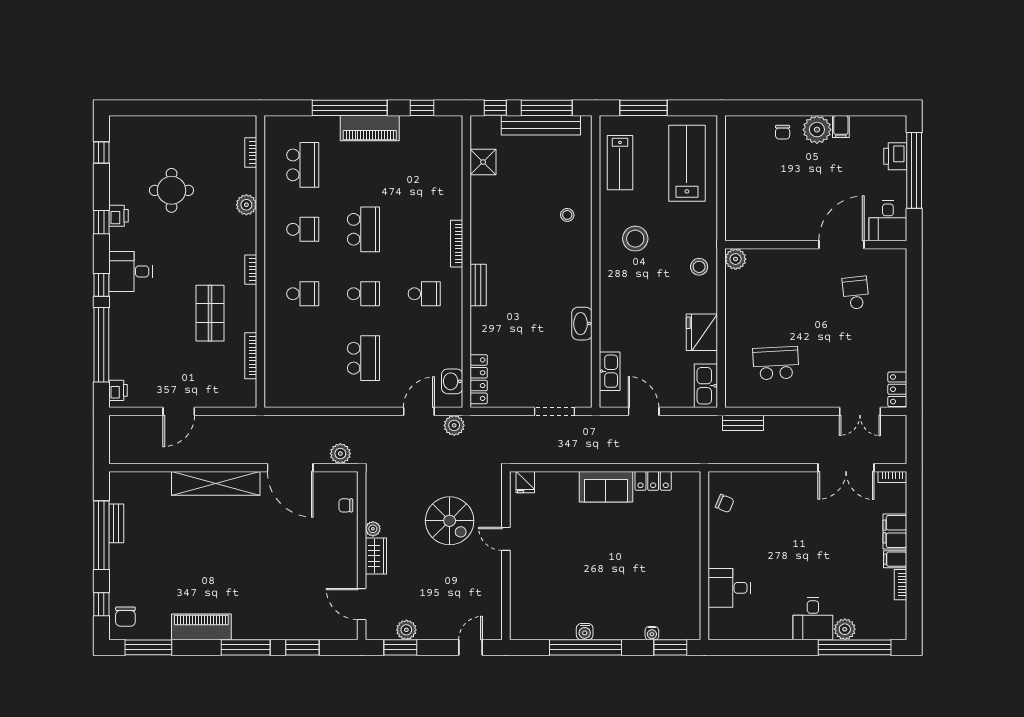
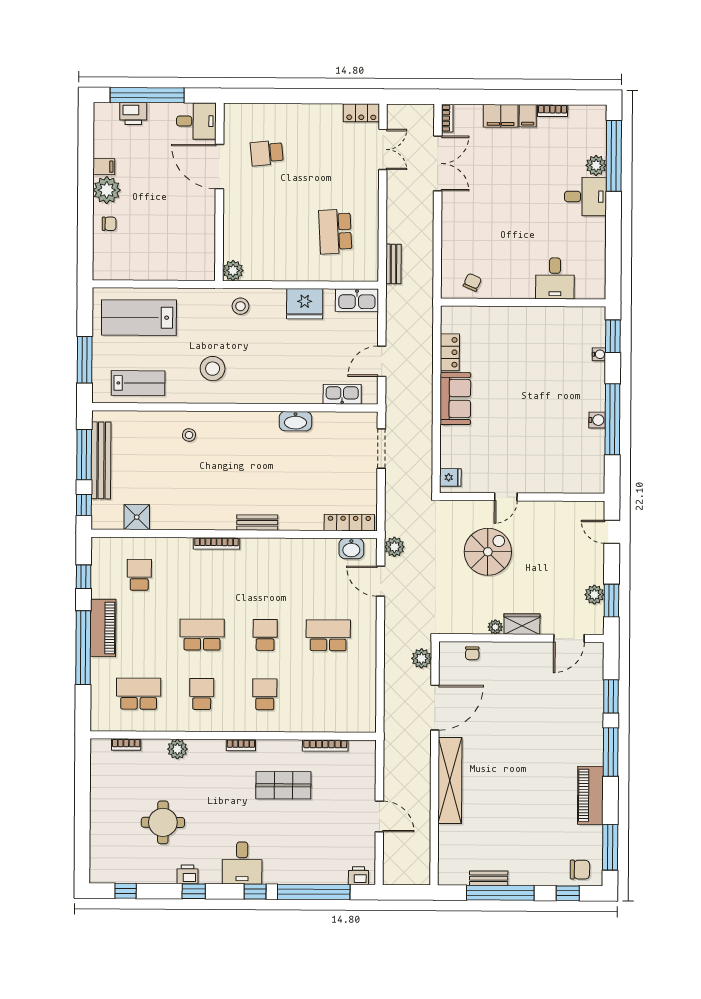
school desk: (424, 294) -> (139, 575), moved

